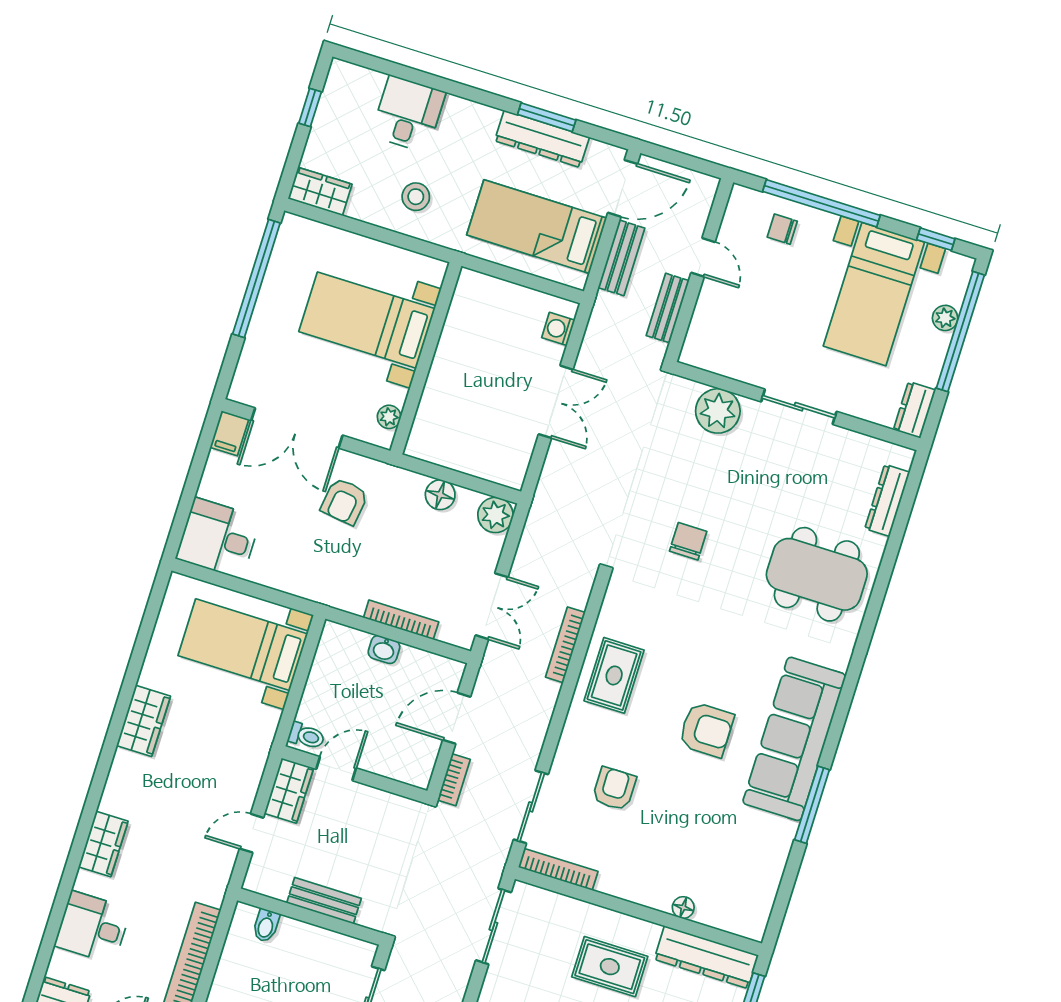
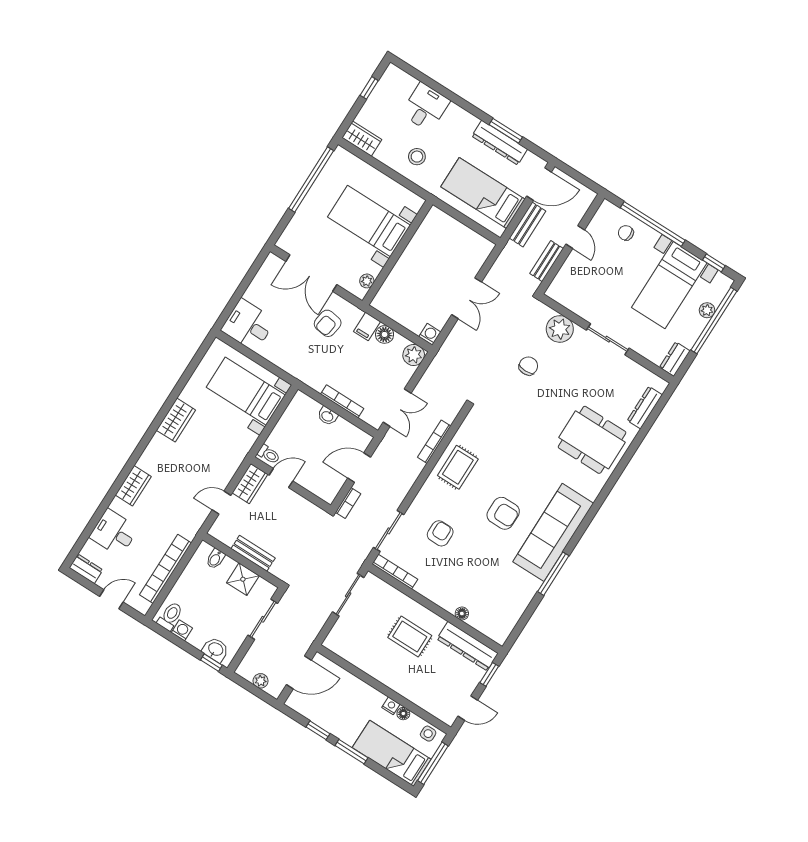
washing machine: (558, 329) -> (430, 334), moved, turned 90
filing cabinet: (229, 433) -> (367, 326), moved
chair: (688, 541) -> (528, 366), moved
shower: (319, 946) -> (243, 579), added

